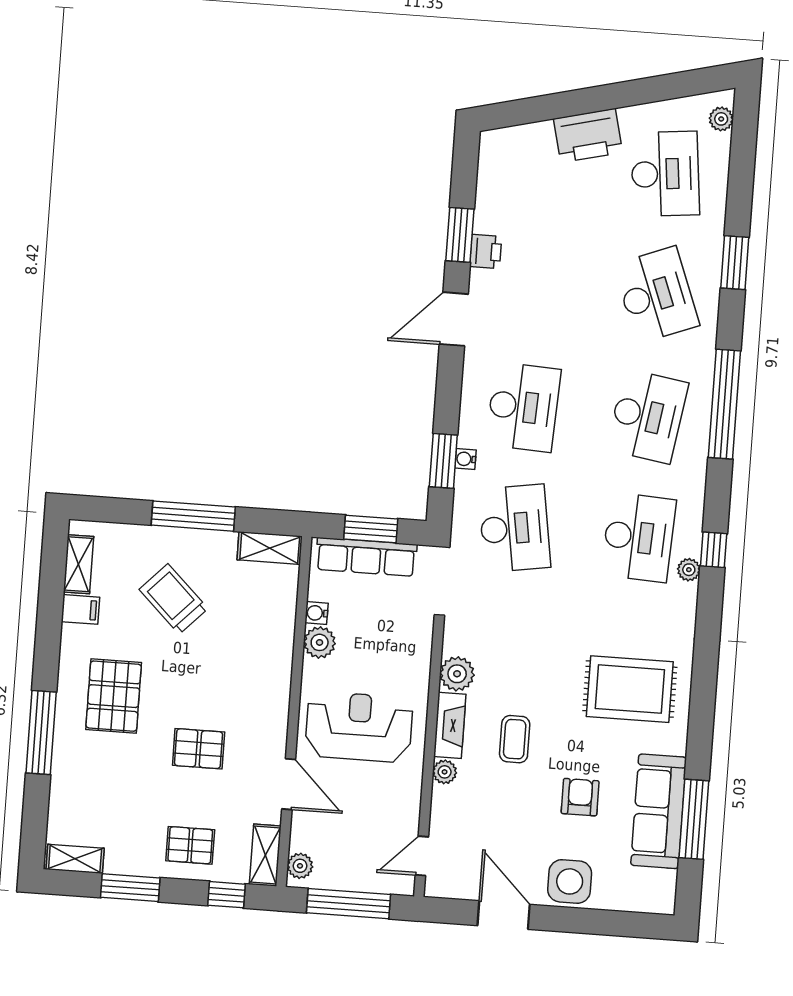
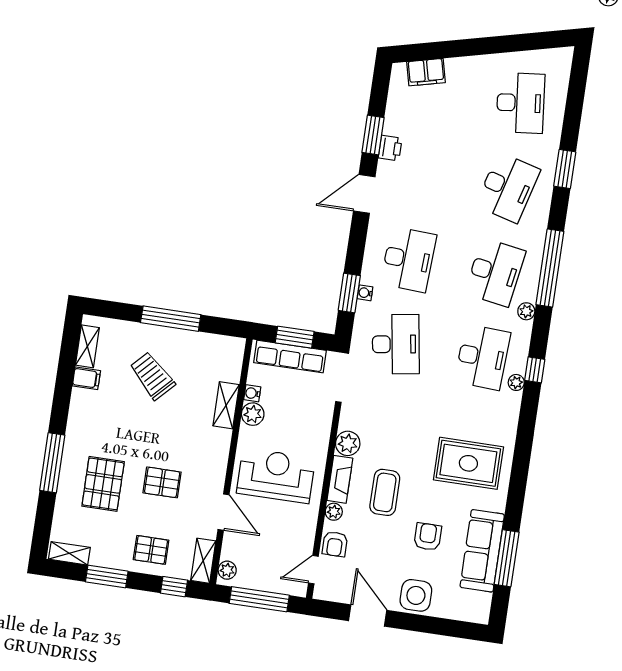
plant: (721, 119) -> (526, 311), moved
printer: (588, 136) -> (468, 72), removed
filing cabinet: (528, 140) -> (426, 72), added
desk: (656, 295) -> (508, 188), turned 36
shelving: (270, 548) -> (226, 405), moved, turned 90
pallet: (114, 696) -> (103, 484), moved
coffee table: (515, 739) -> (385, 492), width x1.36, depth x1.30
armchair: (450, 817) -> (335, 544), added

